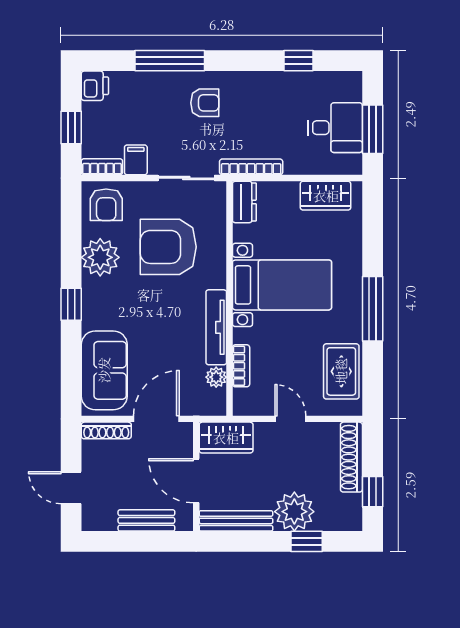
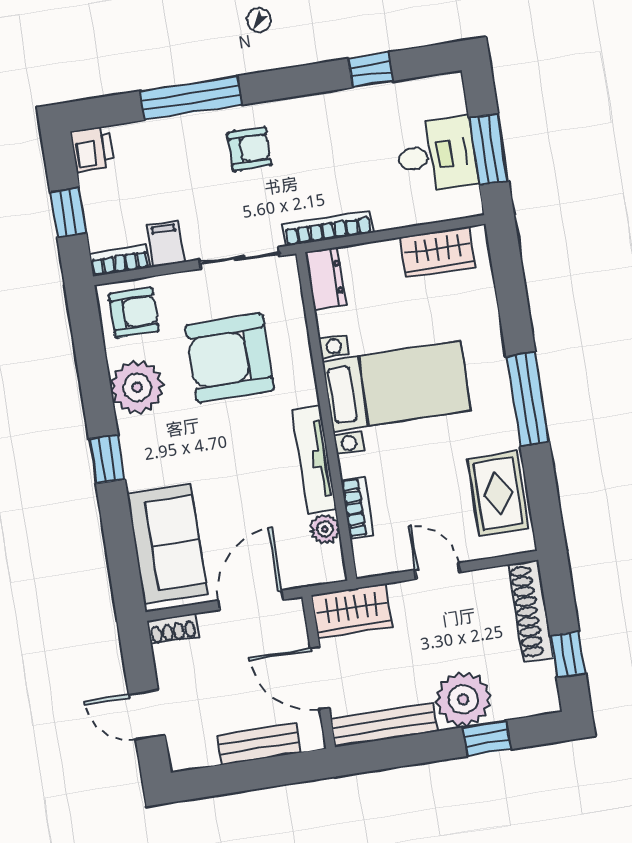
armchair: (106, 205) -> (134, 313), turned -90
shoe rack: (106, 430) -> (173, 629), width x0.70

